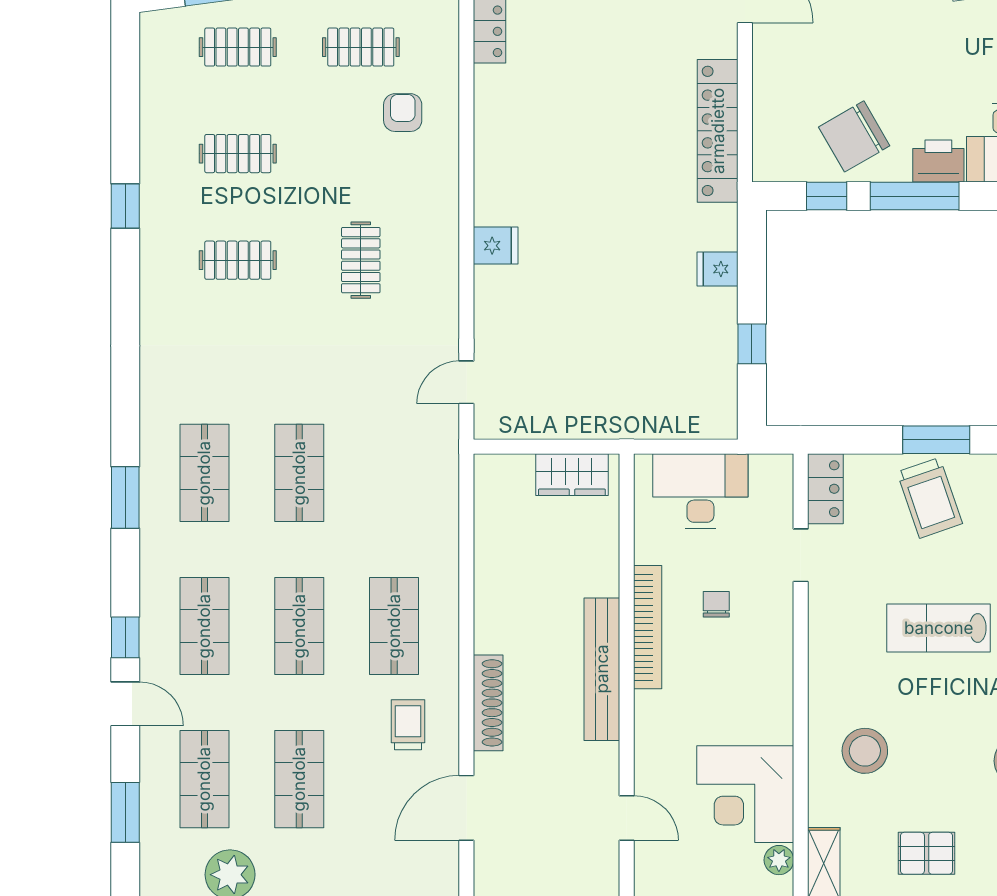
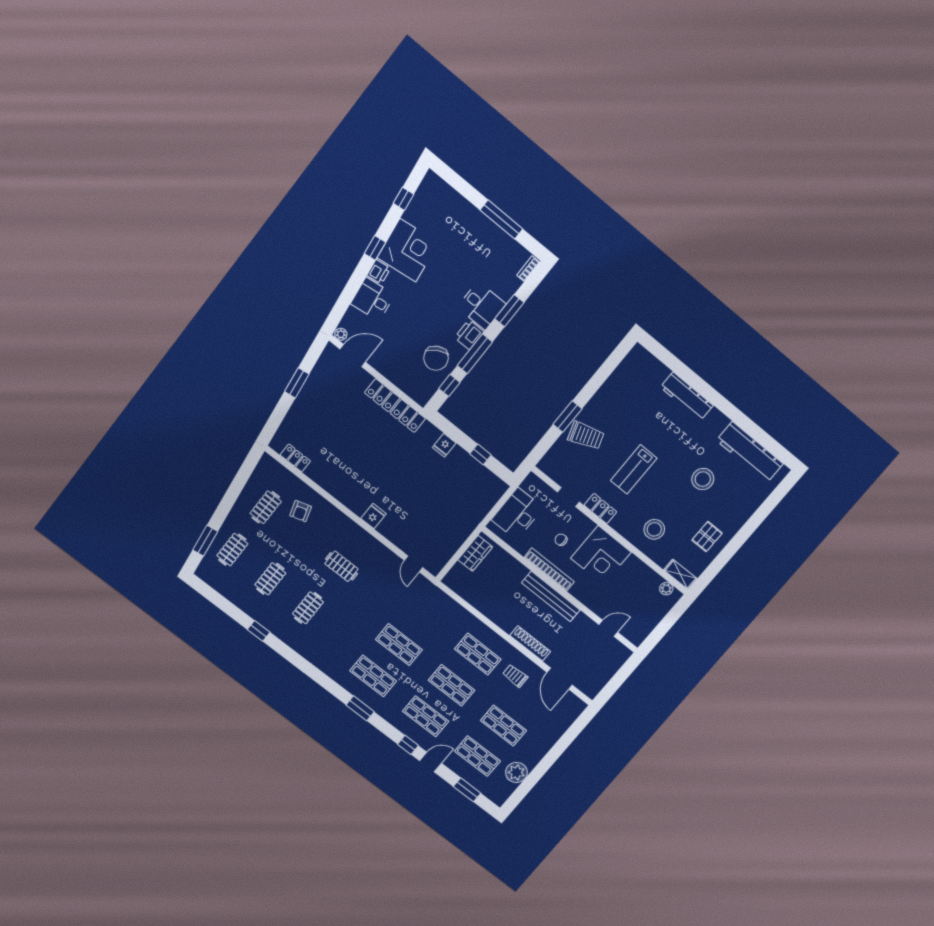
armchair: (403, 113) -> (301, 511), turned -107
locker: (825, 489) -> (600, 509), moved
corner desk: (745, 794) -> (601, 555), moved

